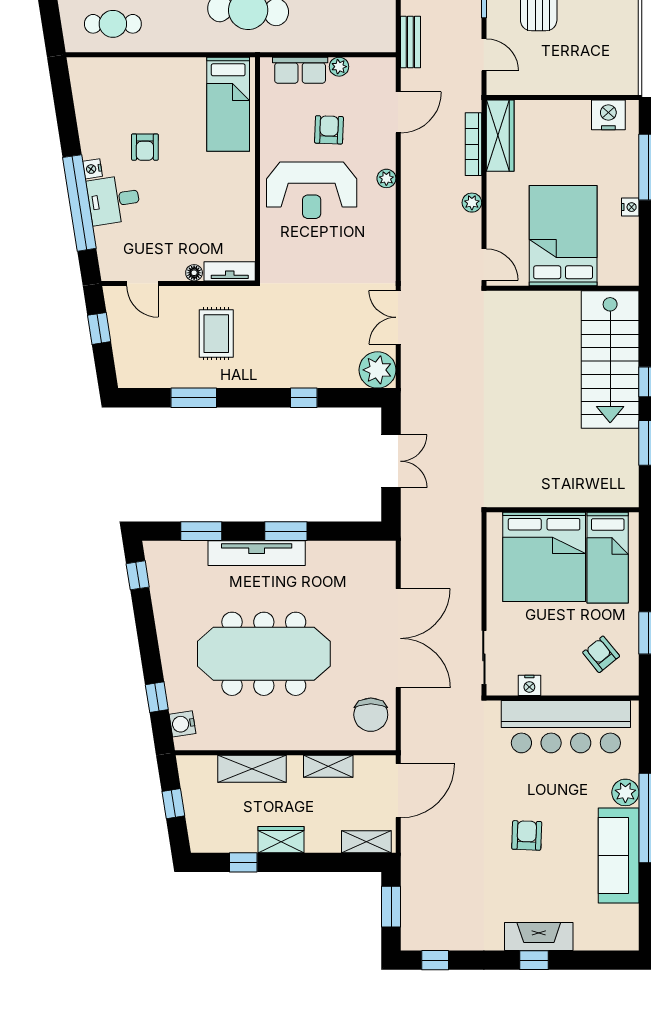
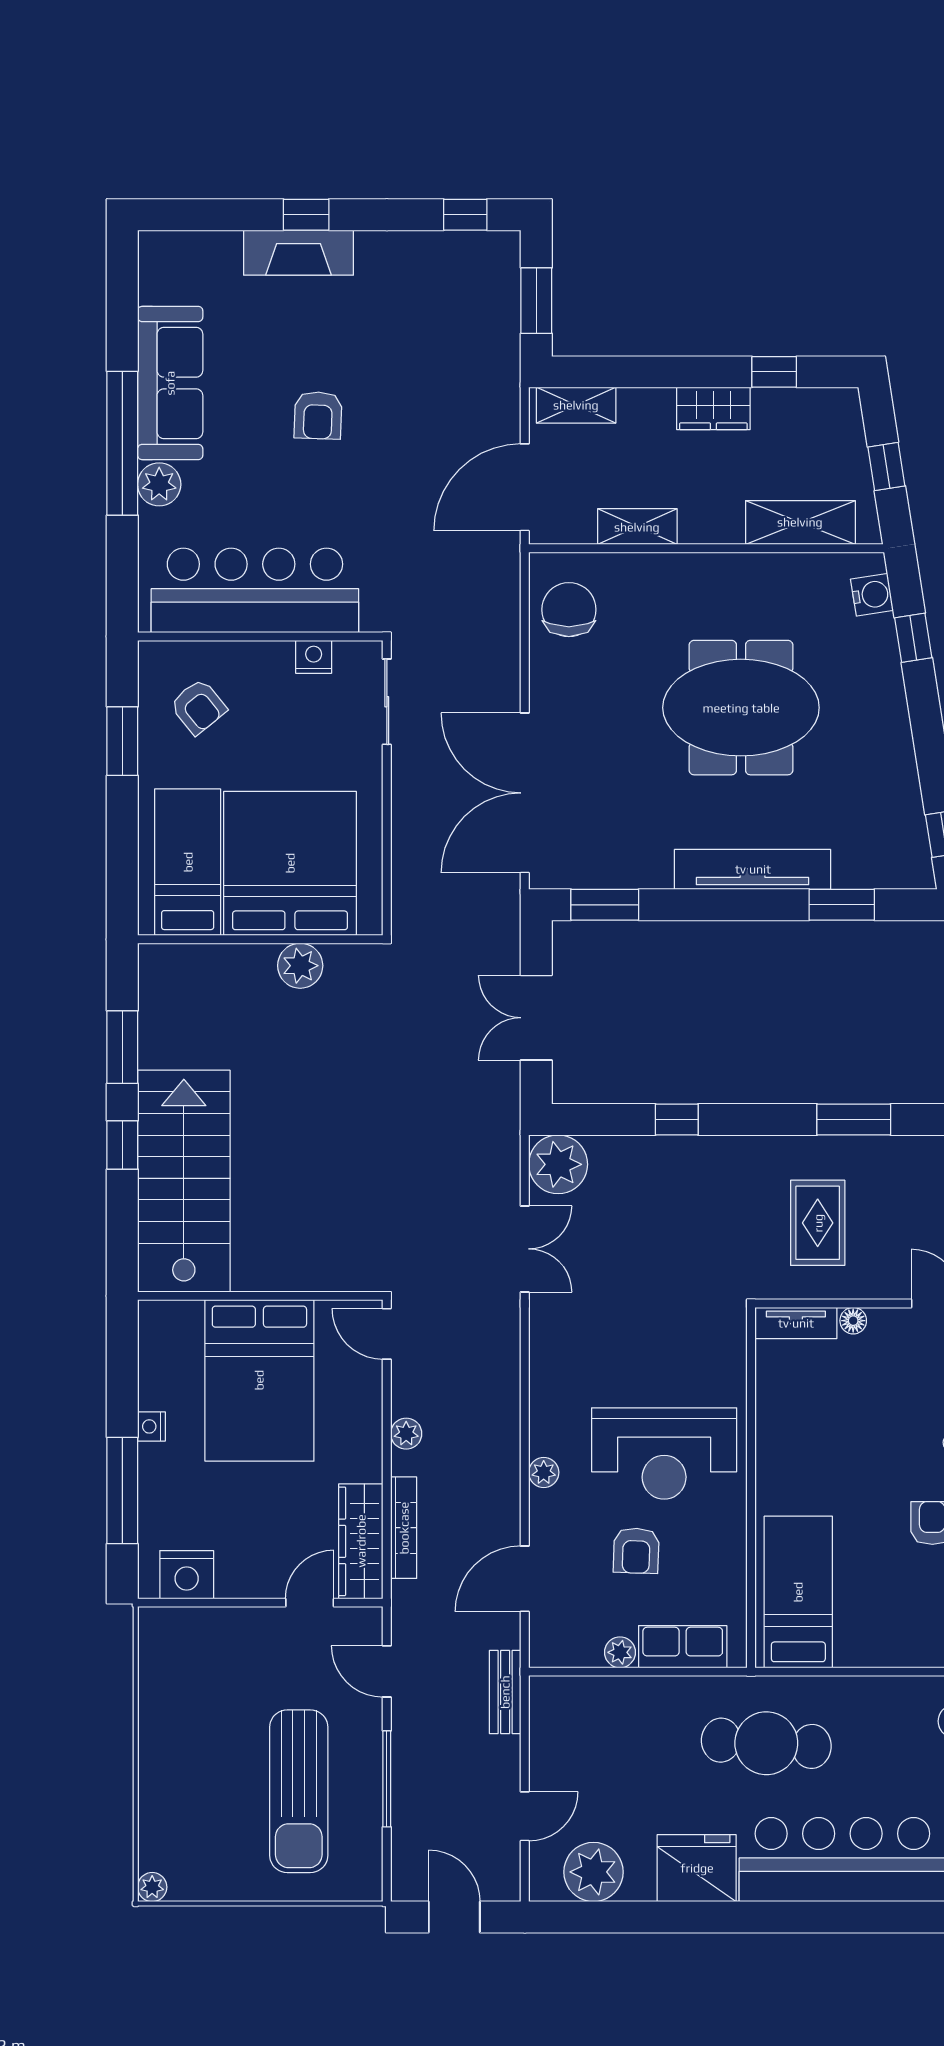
door: (532, 98) -> (310, 1603), added
reception desk: (312, 190) -> (664, 1454), turned 180
plant: (538, 493) -> (300, 966), added
window: (286, 531) -> (605, 905), moved
double door: (398, 638) -> (525, 793), moved
meeting table: (264, 654) -> (741, 708), width x0.73
shelving: (252, 769) -> (800, 522), moved

